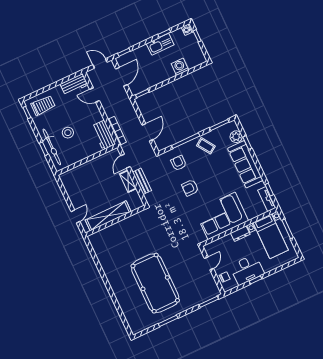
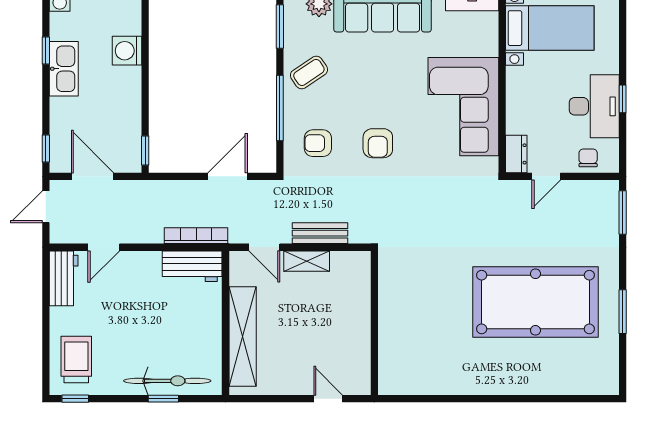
door: (148, 132) -> (228, 176), hinge flipped
stool: (68, 133) -> (154, 335), removed
shelving: (108, 216) -> (243, 336), moved
dresser: (240, 234) -> (516, 154), moved
door: (209, 263) -> (546, 176), swing flipped

